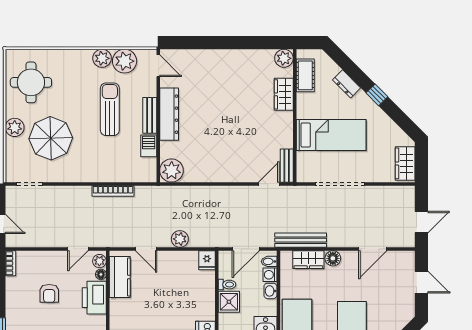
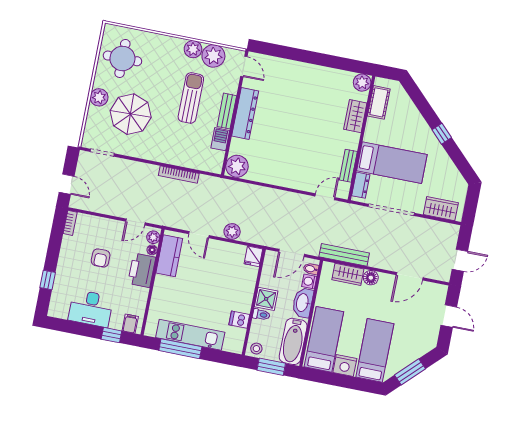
dresser: (347, 84) -> (361, 185), moved, turned -135
wardrobe: (405, 163) -> (441, 209), moved, turned 90
bench: (287, 166) -> (348, 166), moved
toilet: (227, 285) -> (261, 315), moved
washbasin: (270, 291) -> (303, 303), width x1.91, depth x1.45

